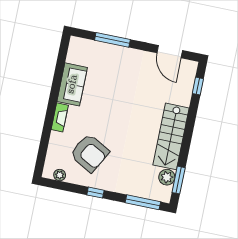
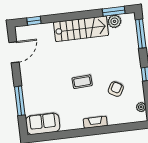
sofa: (72, 84) -> (43, 124), moved
coffee table: (111, 118) -> (82, 82), added
armchair: (90, 153) -> (116, 89), width x0.53, depth x0.53

